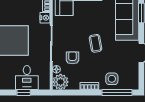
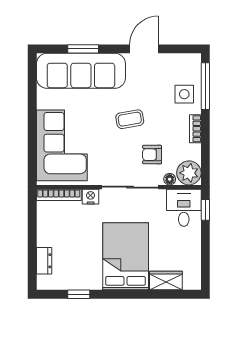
desk: (27, 78) -> (184, 208), moved, turned -90
window: (24, 93) -> (205, 210), moved

